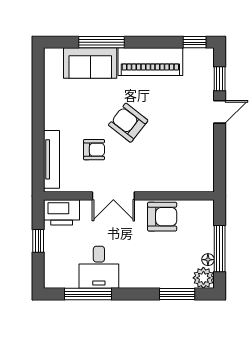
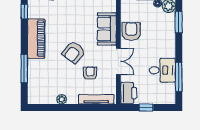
sofa: (90, 63) -> (107, 29), moved, turned 180
plant: (52, 103) -> (62, 99), added

